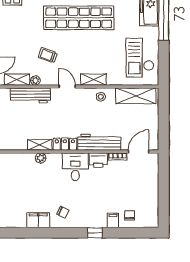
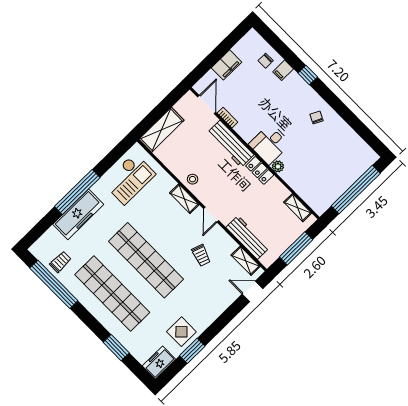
plant: (35, 81) -> (232, 245), removed
shelving: (136, 96) -> (162, 130), moved, turned 90
shelving: (40, 145) -> (298, 208), moved
door: (139, 152) -> (207, 105), swing flipped
plant: (41, 158) -> (278, 166), moved
printer: (98, 160) -> (246, 130), removed
filing cabinet: (38, 220) -> (227, 65), moved, turned -90

